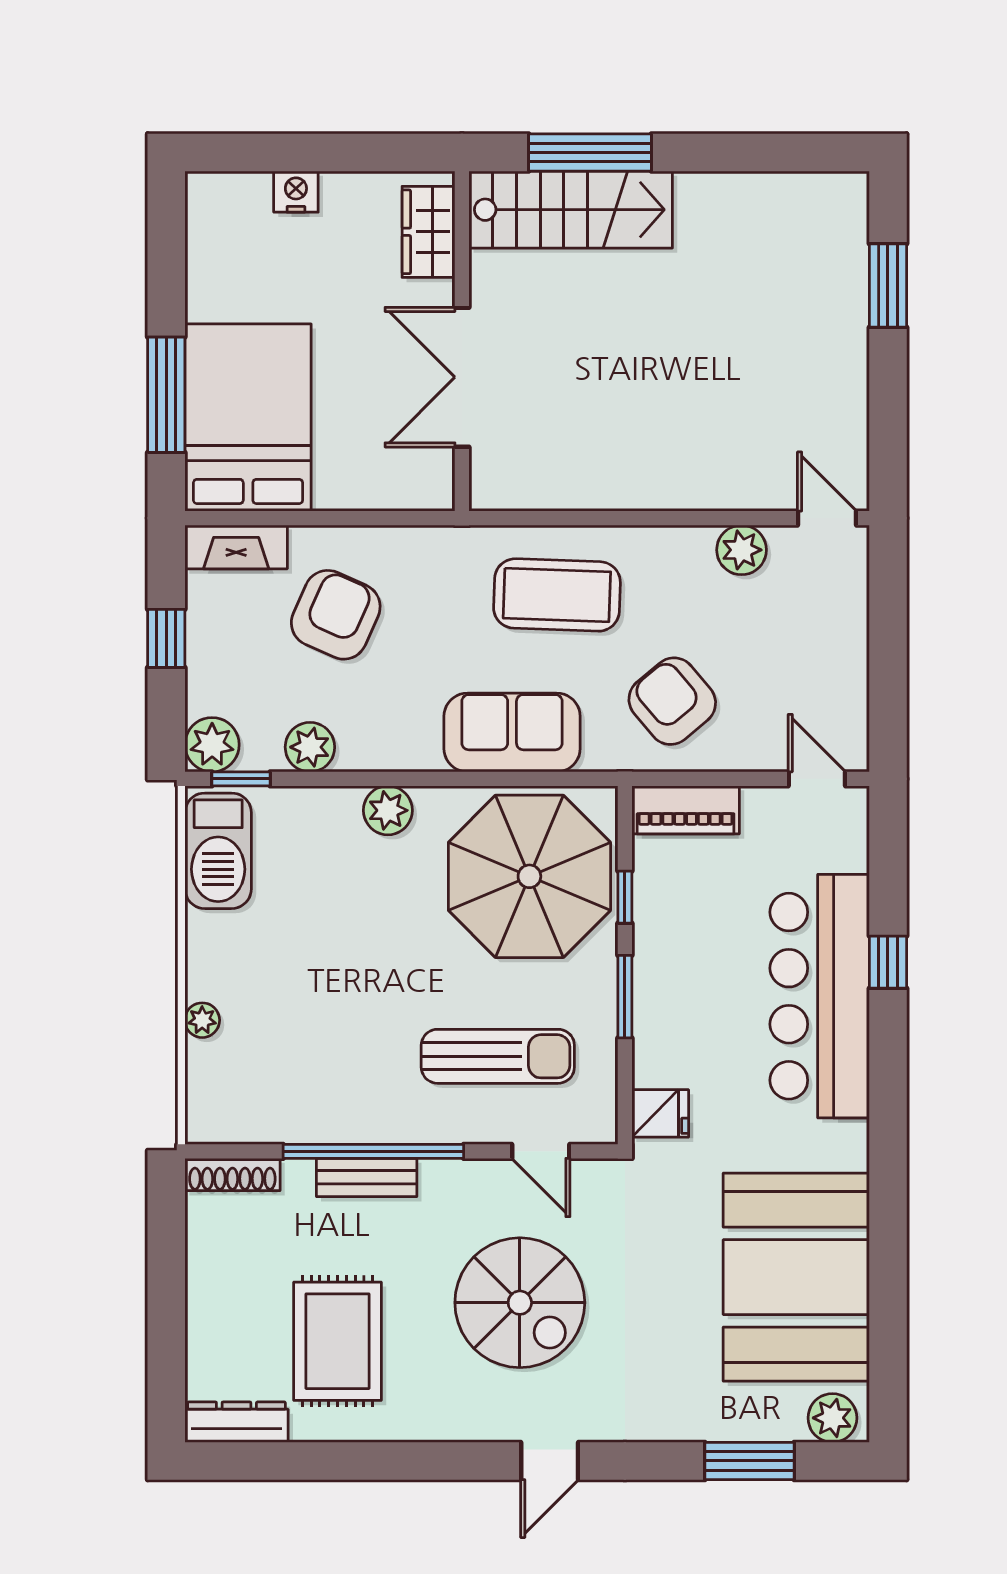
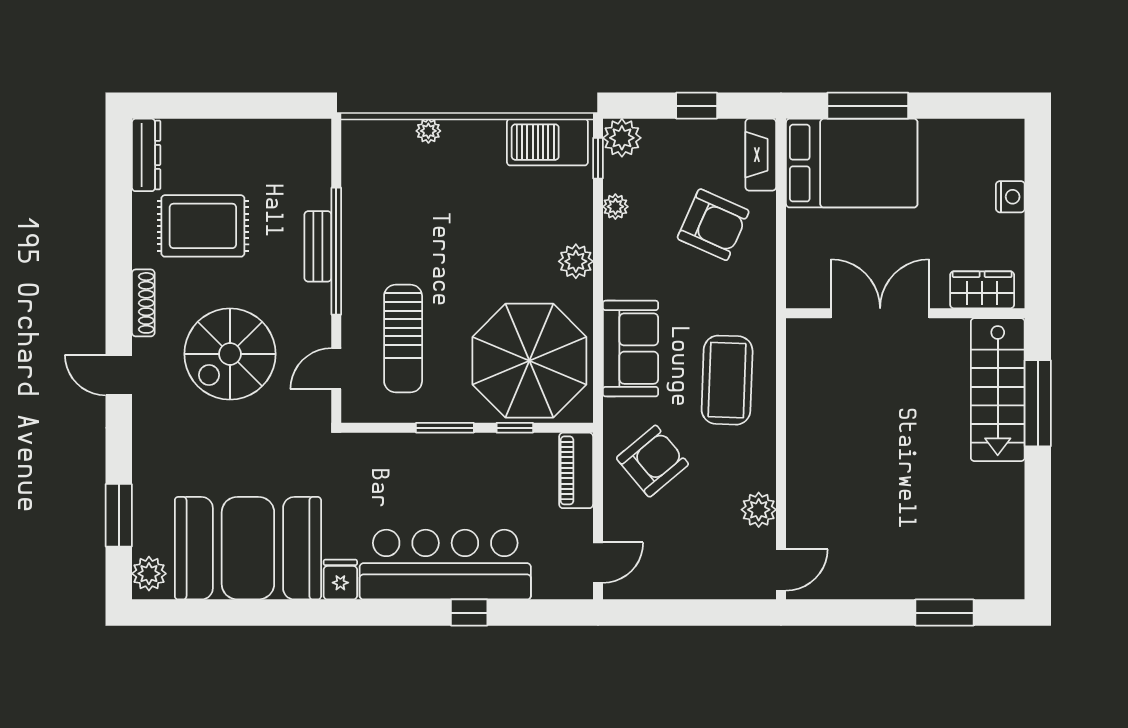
plant: (310, 747) -> (615, 207), width x0.73, depth x0.73
fridge: (660, 1113) -> (340, 580), moved, turned 180
shoe rack: (232, 1174) -> (143, 303), moved, turned 180

